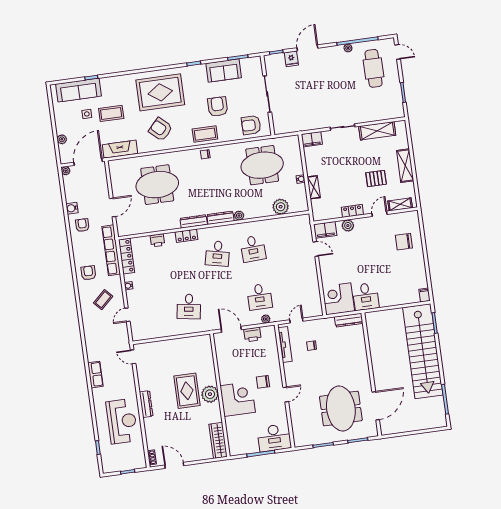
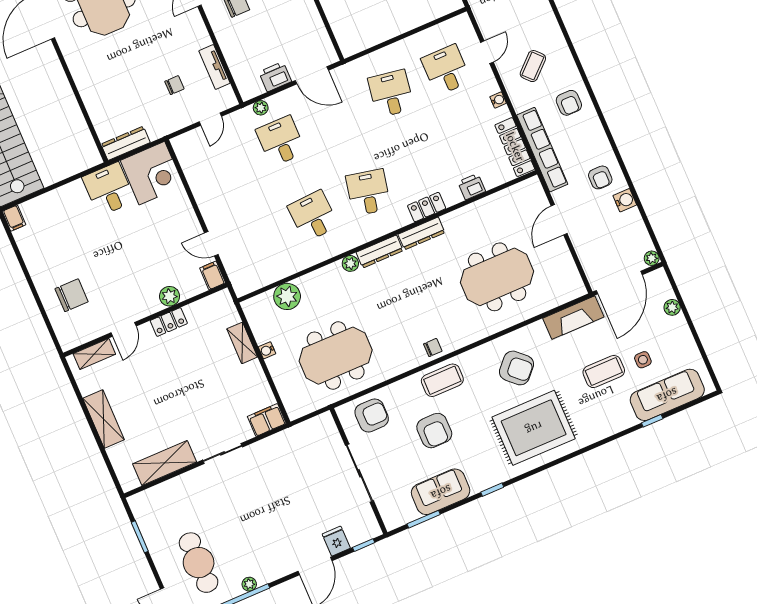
pallet: (376, 178) -> (145, 385), removed
filing cabinet: (325, 230) -> (213, 275), width x0.50
desk: (154, 311) -> (446, 70), added
tv unit: (285, 345) -> (214, 67), width x0.71

